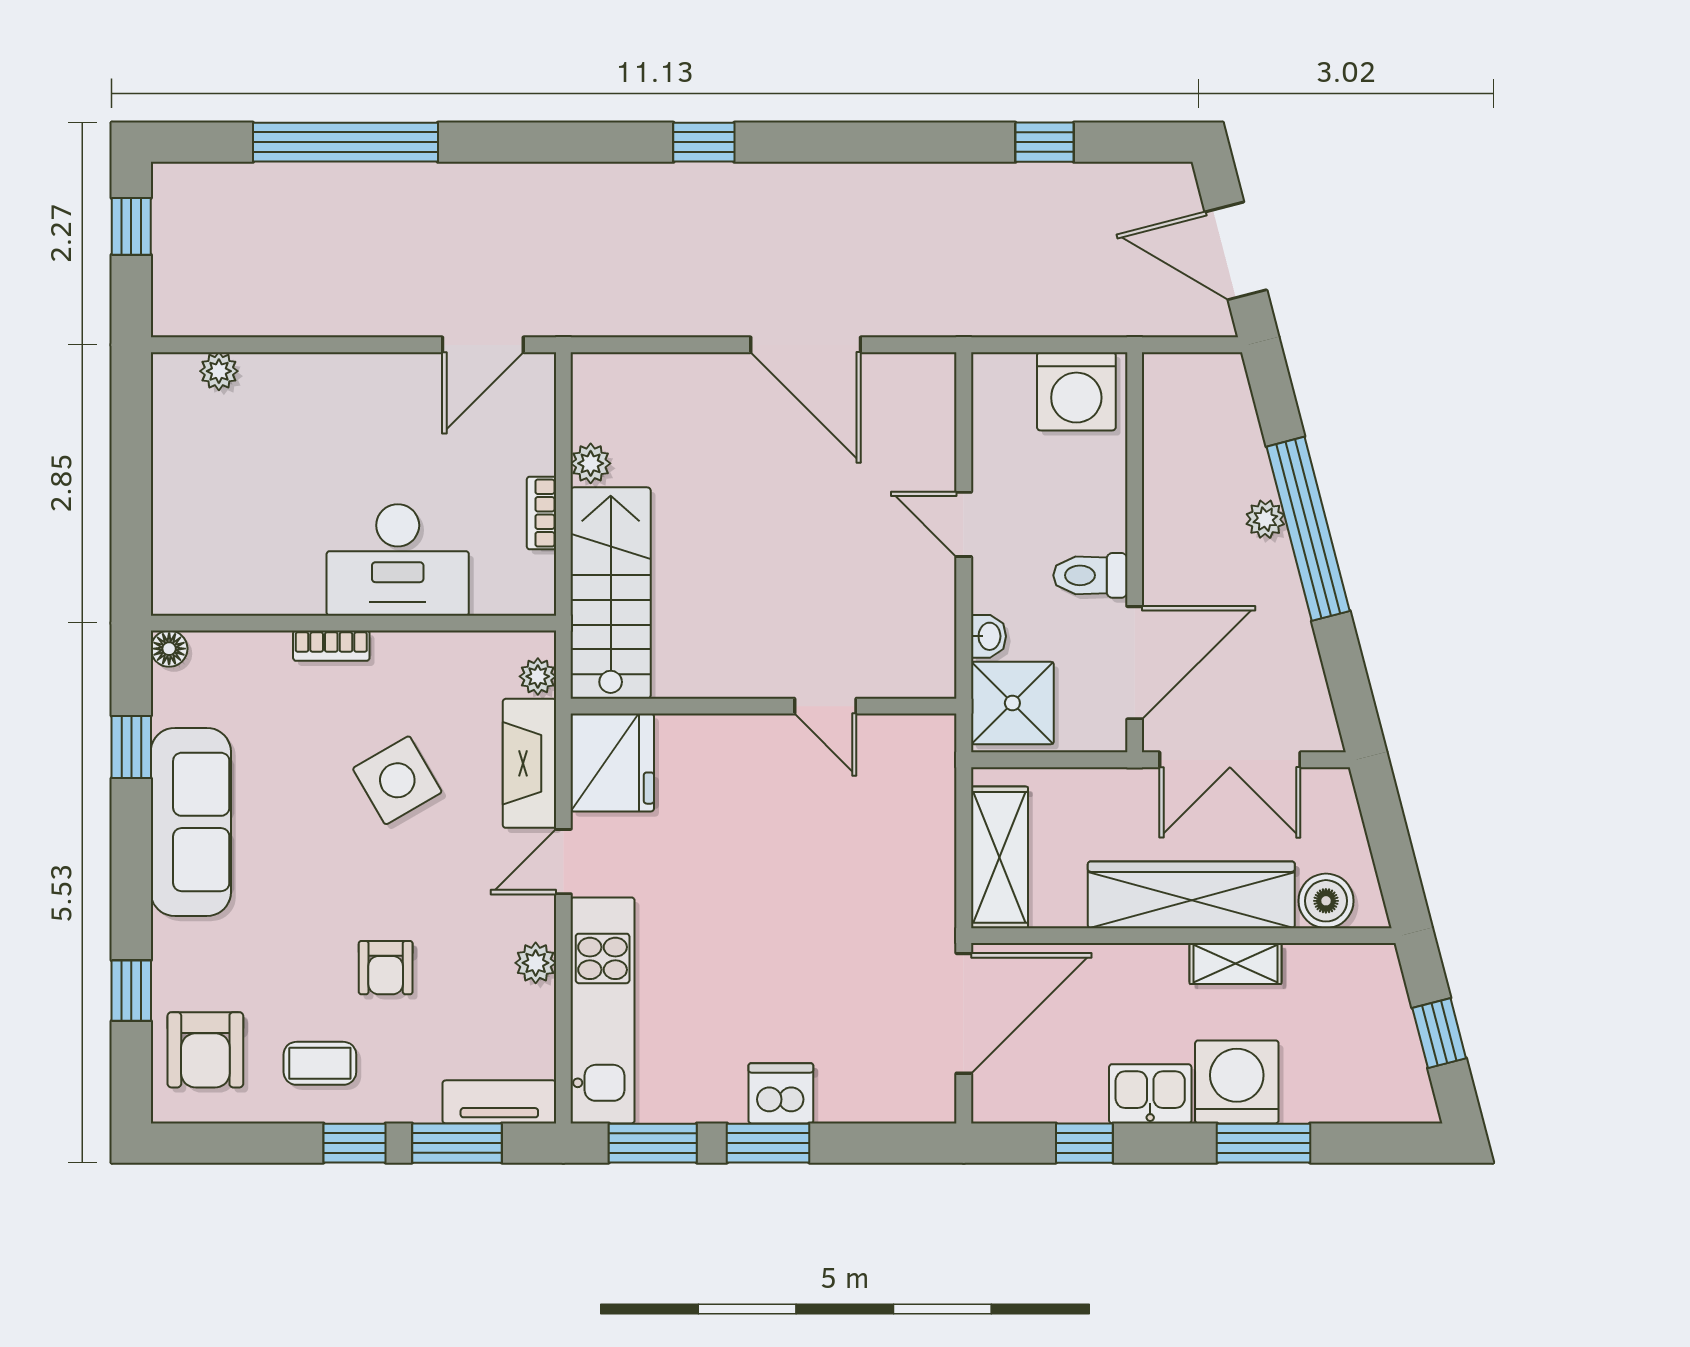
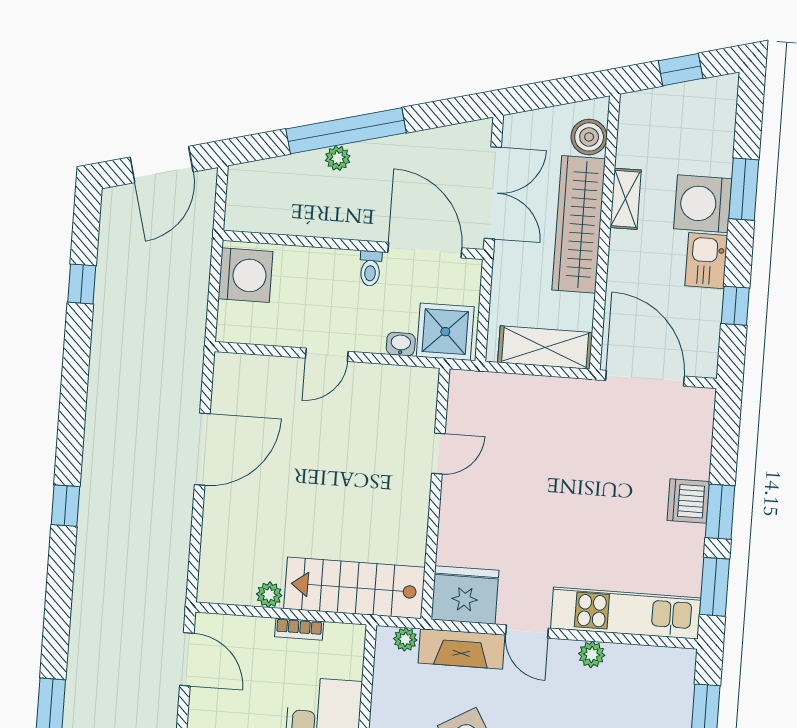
toilet: (1090, 575) -> (370, 268), width x0.73, depth x0.72
tv unit: (499, 1102) -> (680, 685), removed

